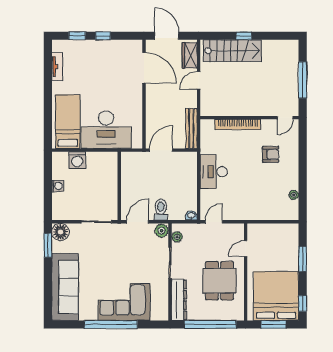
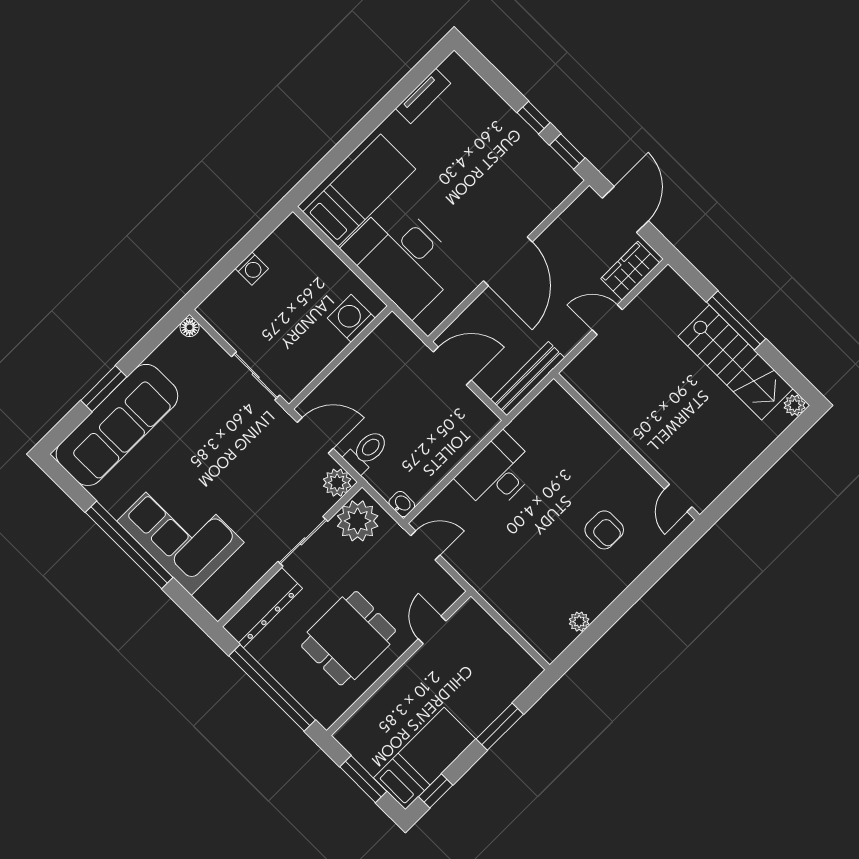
window: (77, 36) -> (567, 151), moved
window: (244, 36) -> (736, 320), width x2.17
plant: (293, 45) -> (795, 405), added
stairs: (232, 51) -> (735, 363), moved
door: (144, 68) -> (508, 261), moved
window: (303, 80) -> (758, 469), removed
door: (285, 118) -> (678, 498), hinge flipped
bookcase: (238, 124) -> (600, 439), removed
washing machine: (77, 160) -> (351, 318), moved, turned 90
floor lamp: (60, 232) -> (190, 327), width x0.53, depth x0.53
plant: (177, 237) -> (358, 521), width x1.88, depth x1.88
window: (48, 245) -> (104, 389), moved
door: (246, 249) -> (432, 630), hinge flipped
bed: (276, 296) -> (425, 759), width x0.49

